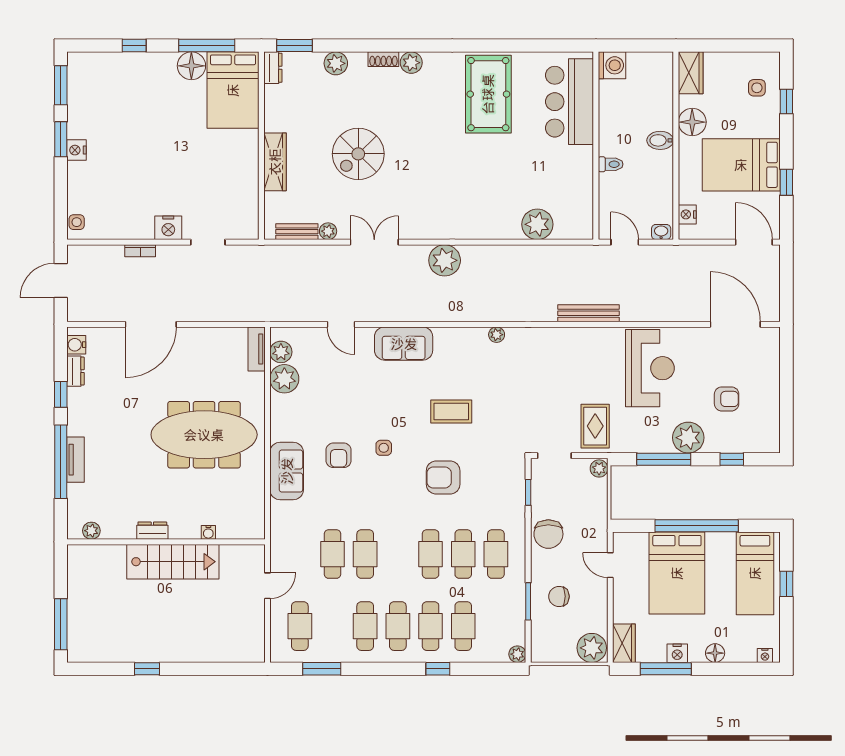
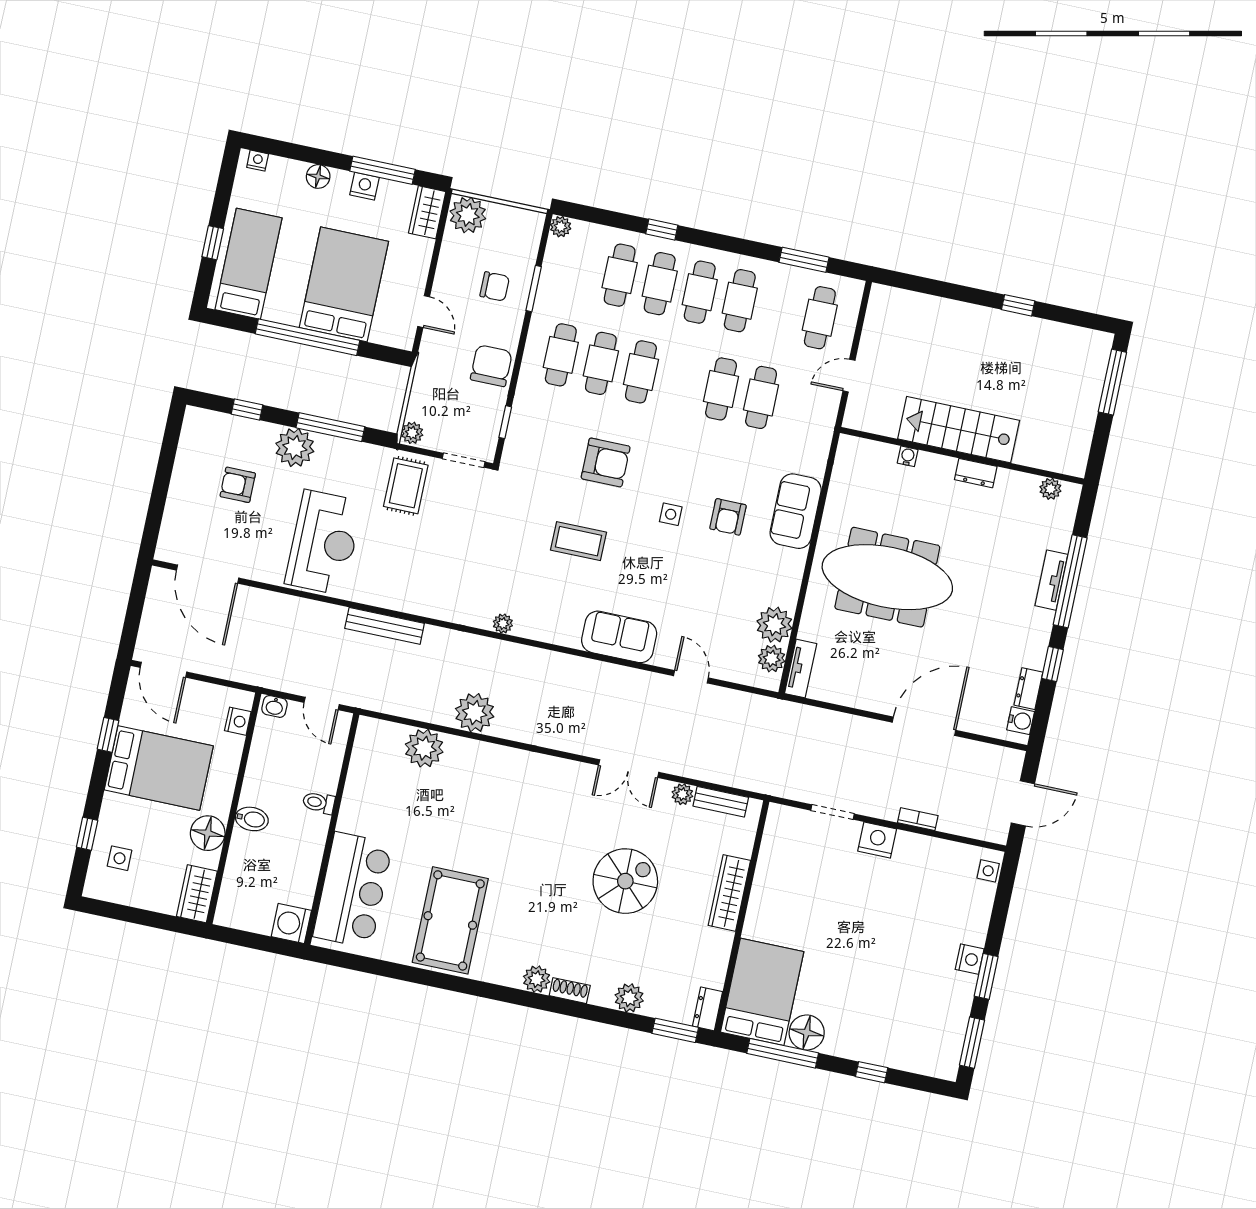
plant: (445, 260) -> (475, 713), moved
reception desk: (650, 368) -> (324, 543), turned 180
armchair: (339, 455) -> (728, 517), turned 180

